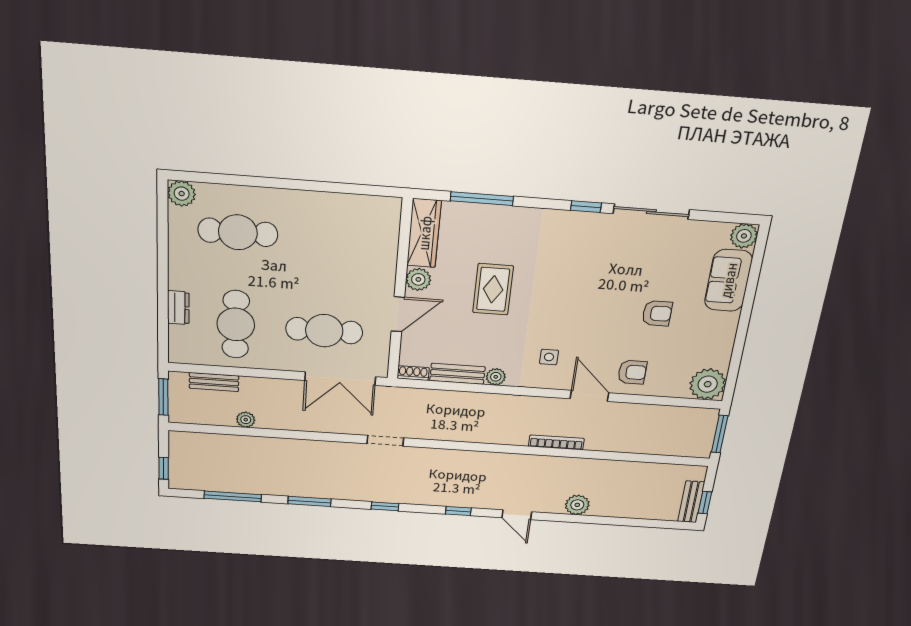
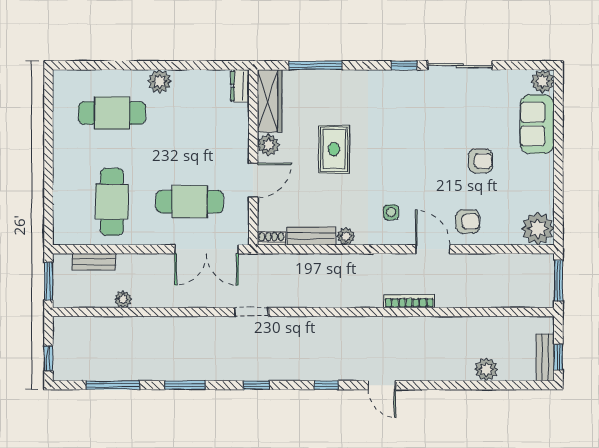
plant: (182, 194) -> (160, 81), moved
dresser: (178, 308) -> (240, 86), moved, turned 180
plant: (577, 505) -> (486, 369), moved

